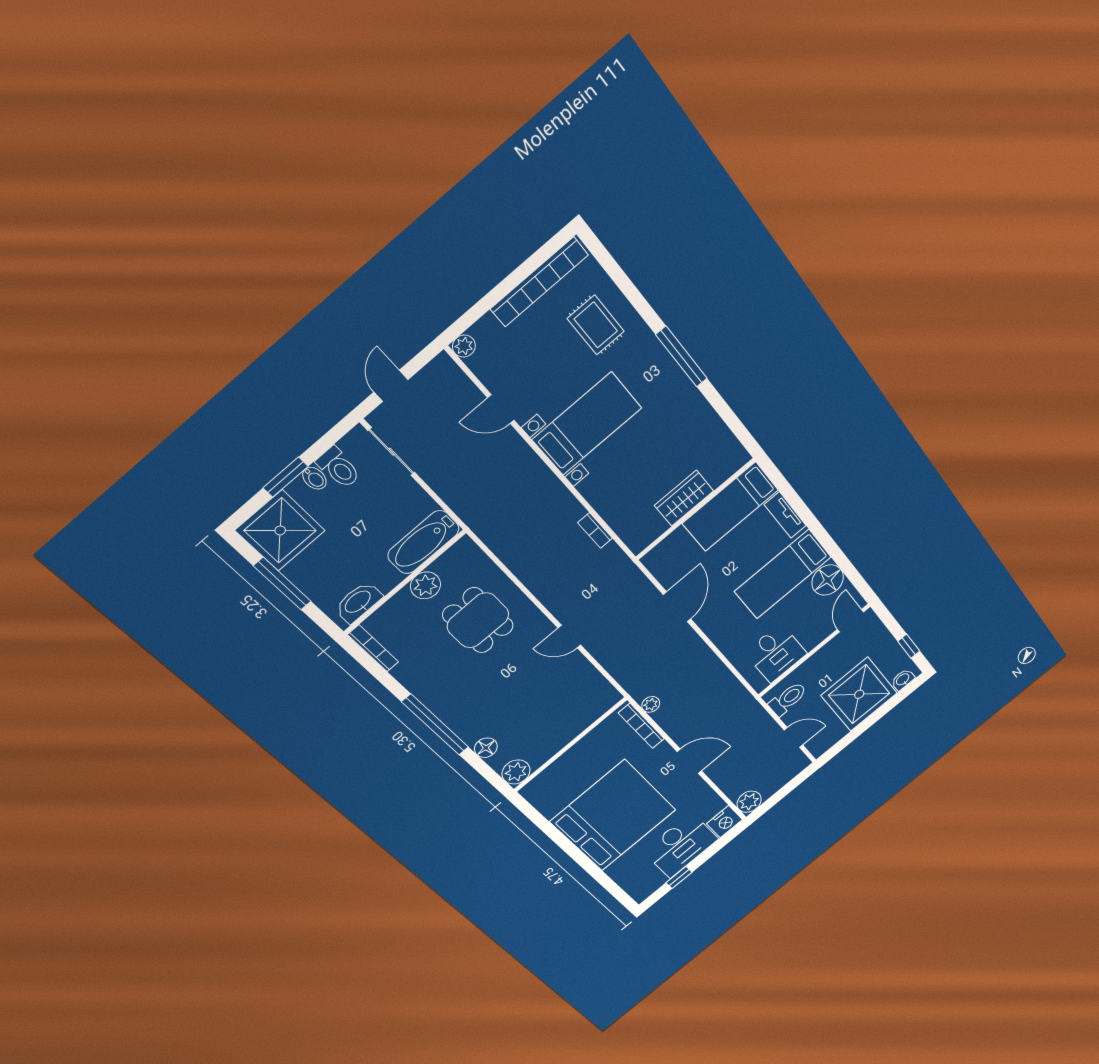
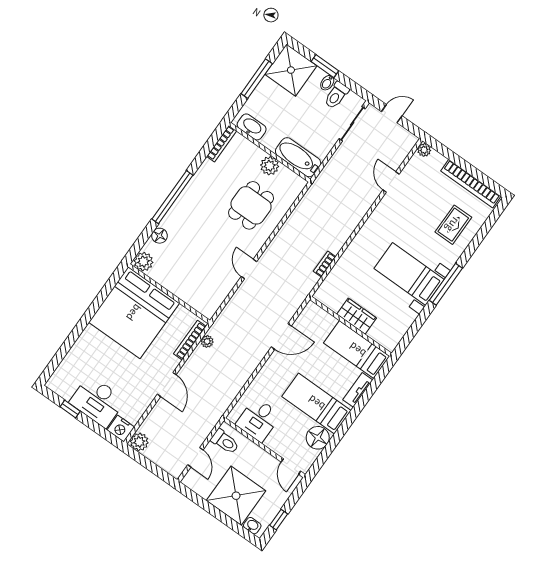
bed with nightstands: (587, 424) -> (409, 274), moved, turned 180
door: (851, 621) -> (291, 467), swing flipped
bed: (613, 816) -> (134, 313), moved, turned 90

